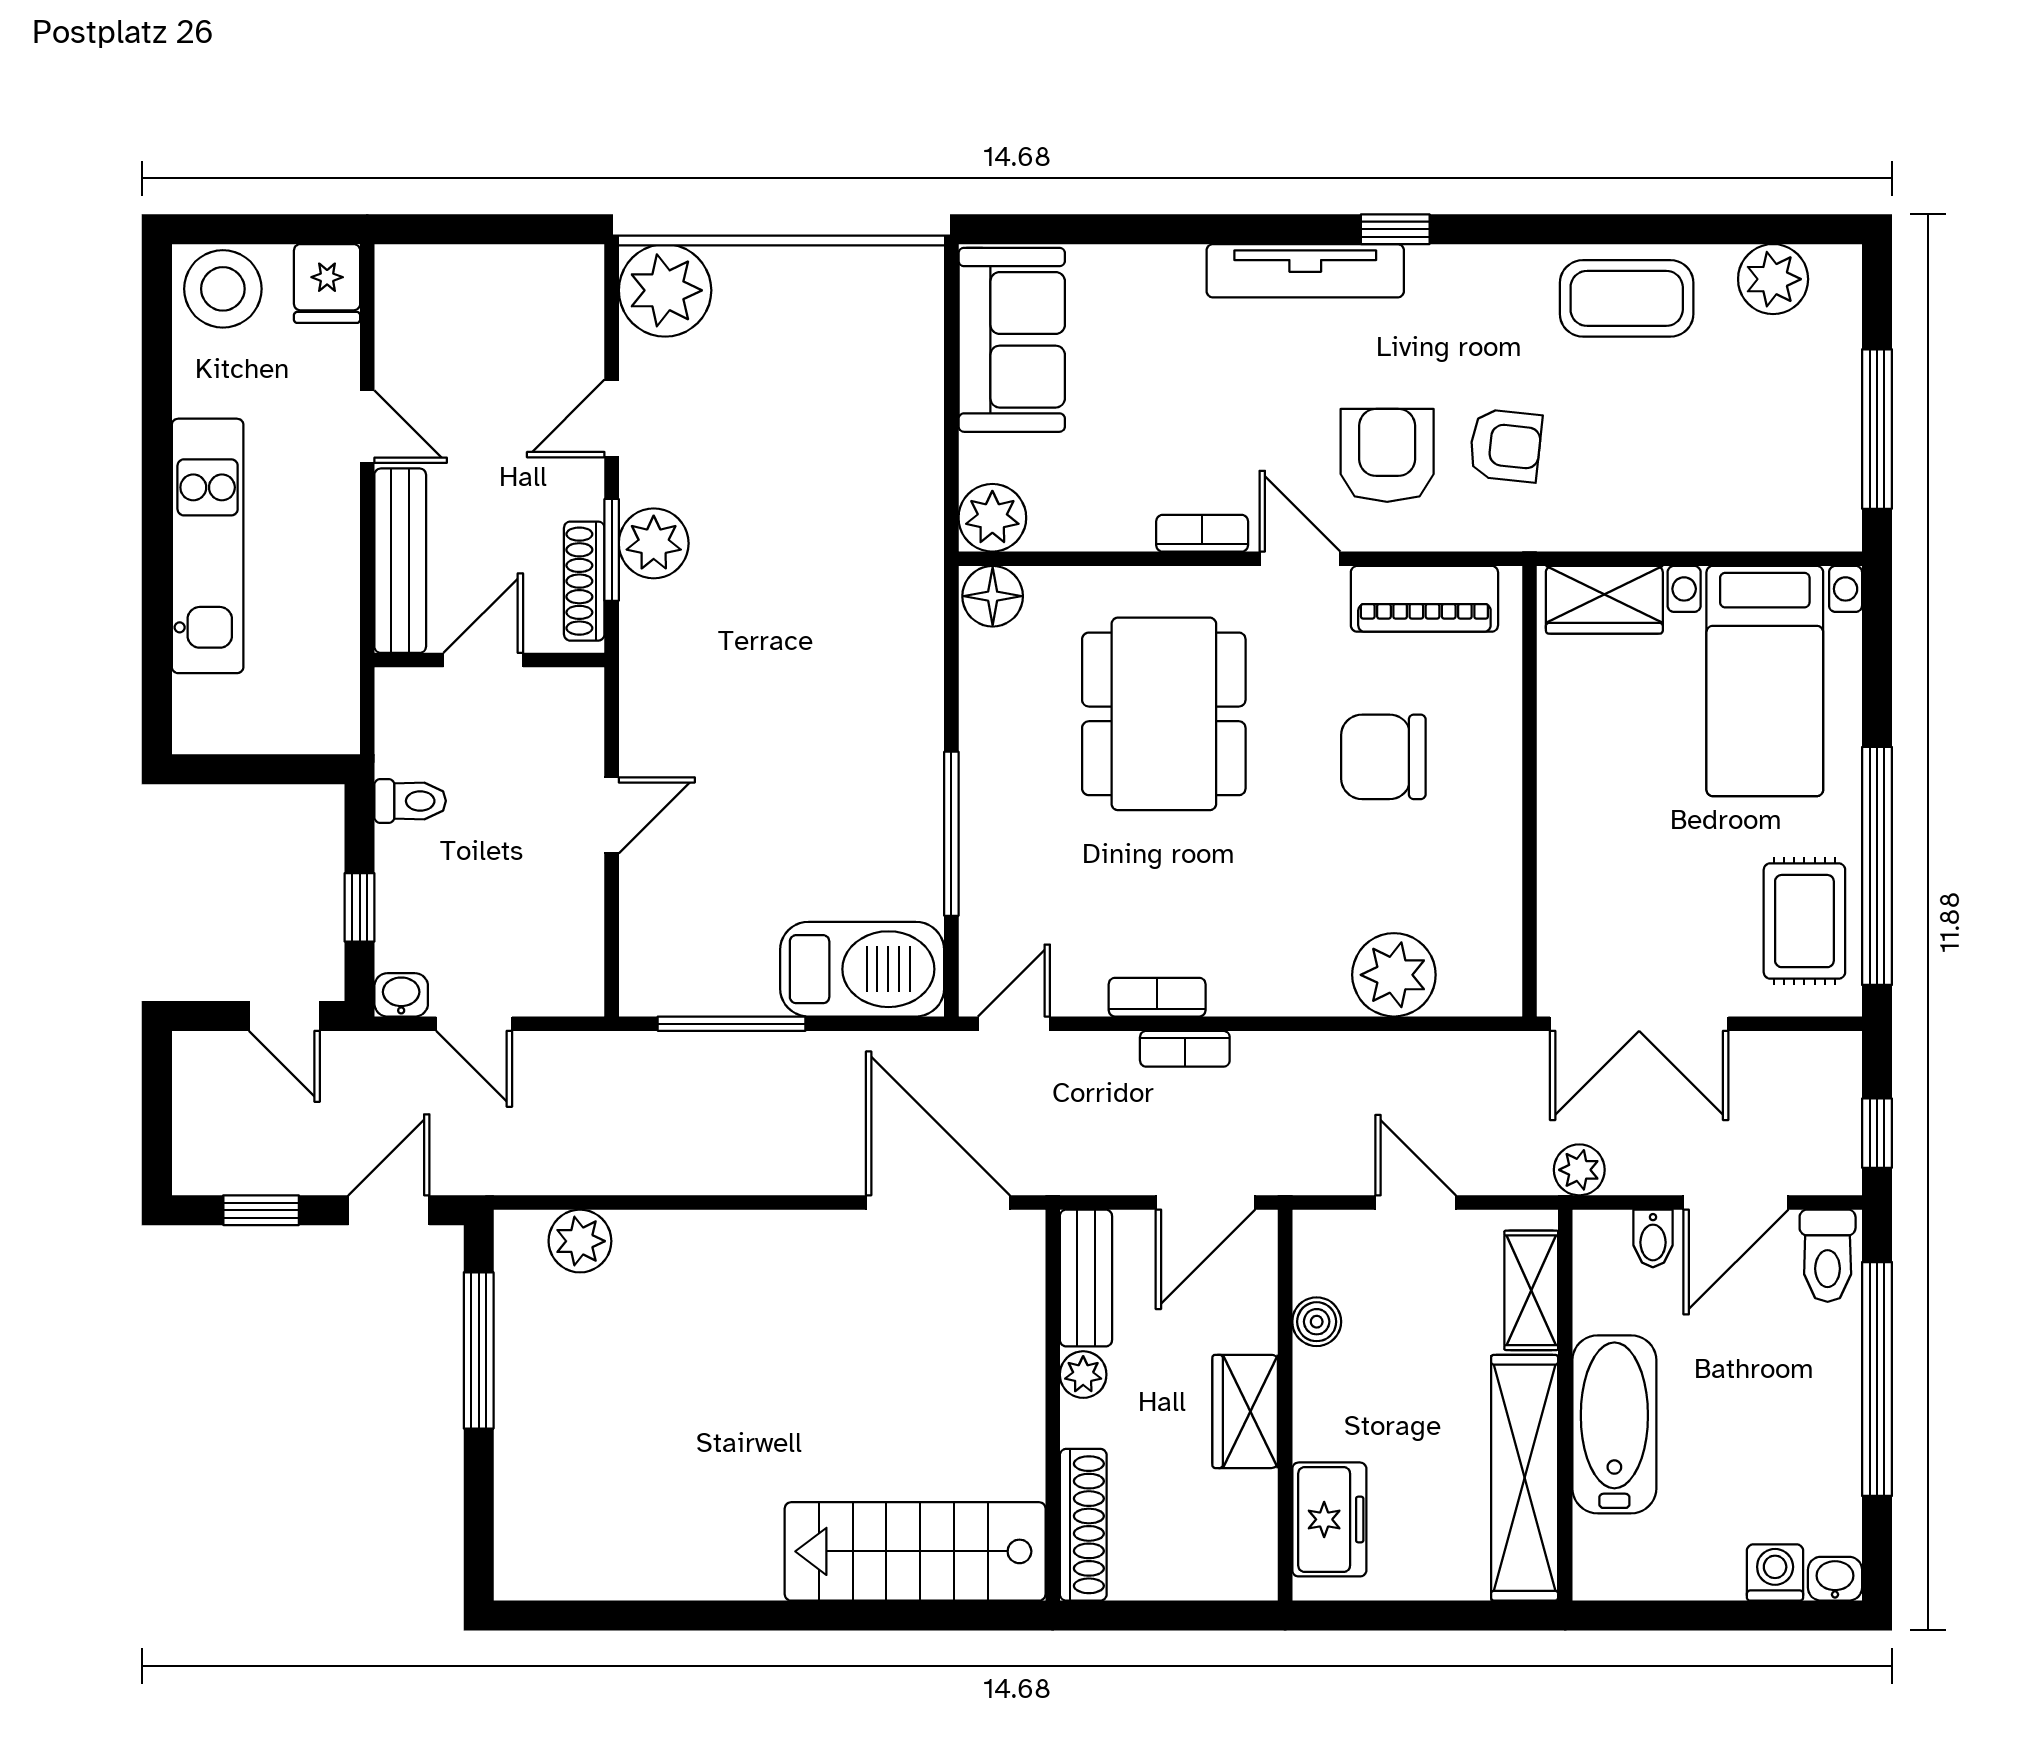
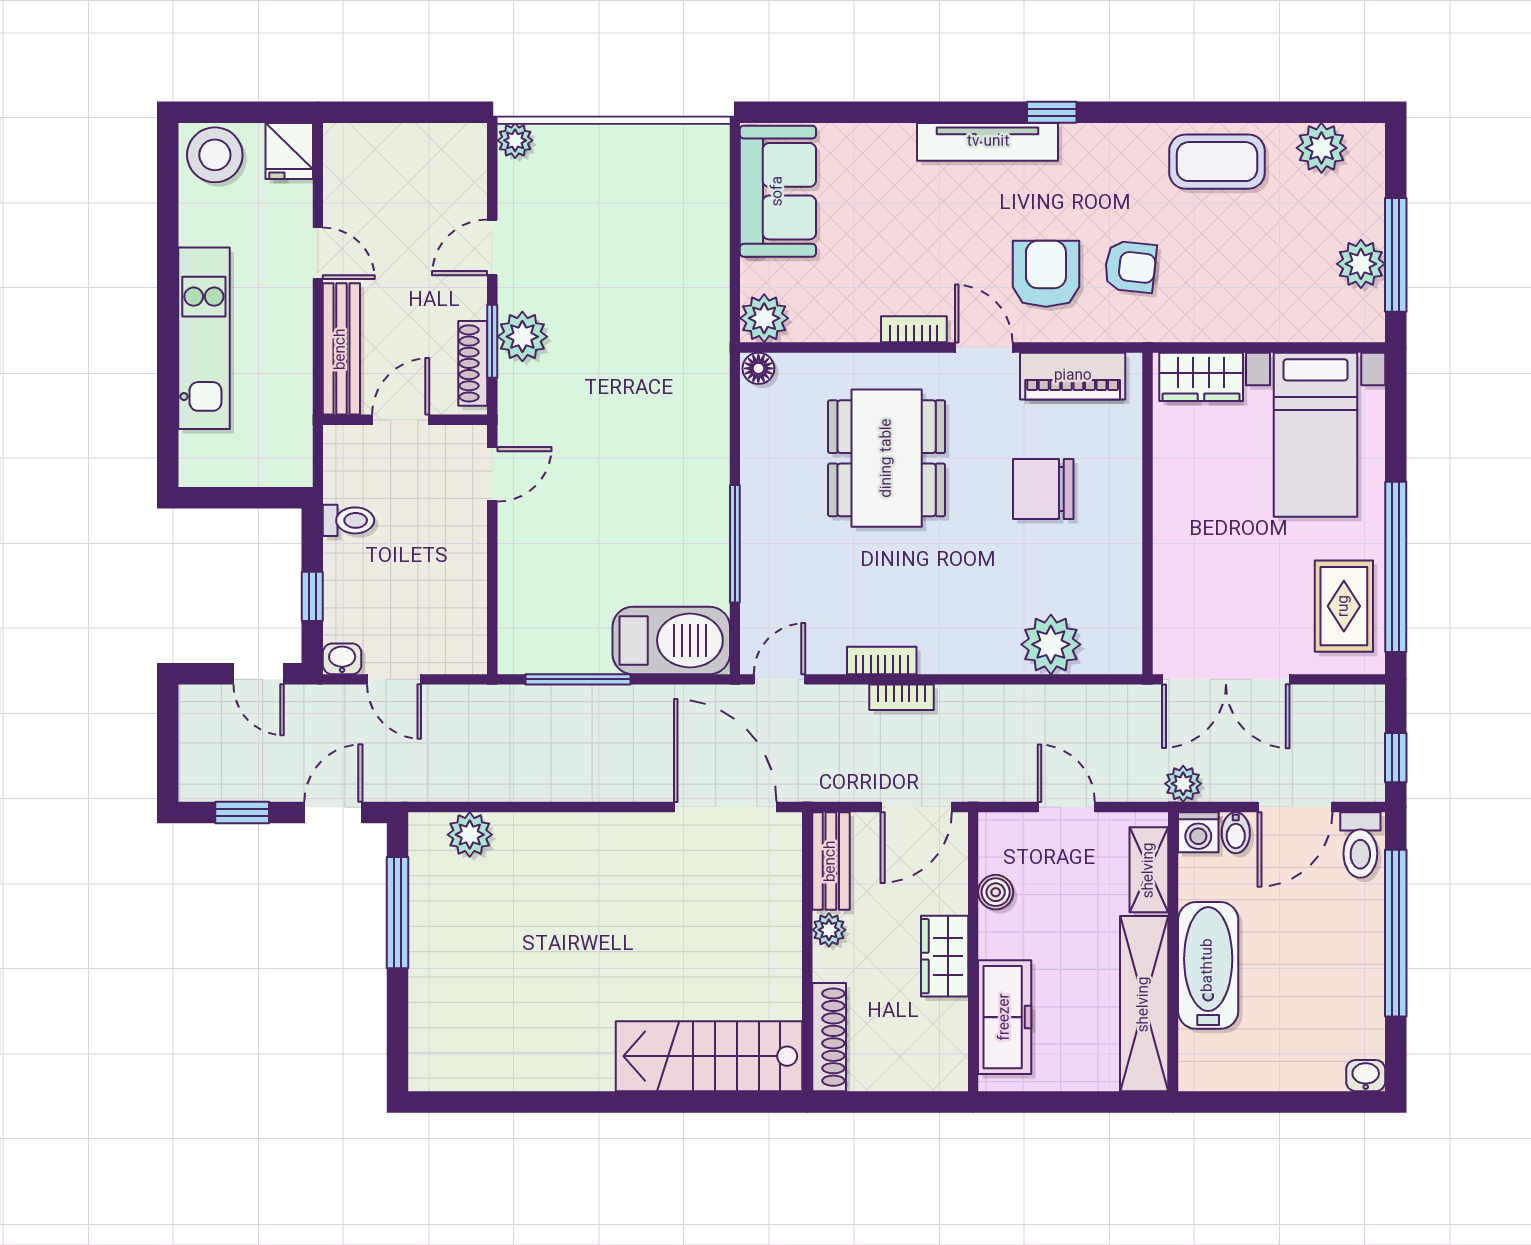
plant: (665, 290) -> (515, 140), width x0.53, depth x0.53
plant: (1828, 442) -> (1361, 264), added
floor lamp: (993, 596) -> (758, 368), width x0.73, depth x0.73
door: (612, 815) -> (492, 474), moved
freezer: (1329, 1519) -> (1005, 1017), width x1.40
washing machine: (1775, 1573) -> (1198, 832), moved, turned 180

